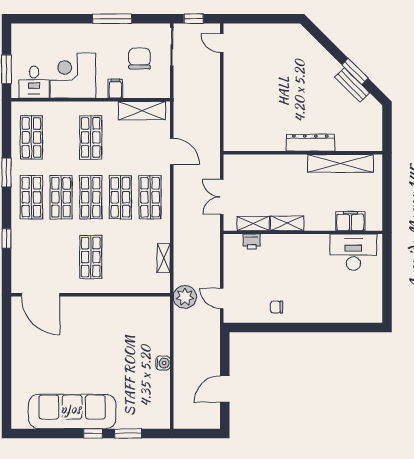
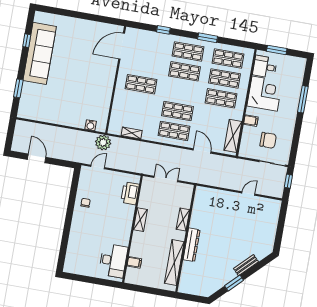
window: (112, 19) -> (303, 99), moved
door: (222, 43) -> (248, 194), moved
bench: (352, 85) -> (246, 265), moved
door: (172, 151) -> (202, 151), swing flipped
shop shelf: (91, 197) -> (225, 78), moved
filing cabinet: (350, 221) -> (134, 262), width x0.50
shelving: (253, 224) -> (183, 220), moved
printer: (252, 241) -> (130, 193), width x1.87, depth x1.48
water cooler: (163, 363) -> (91, 125), moved
window: (93, 434) -> (27, 41), moved

